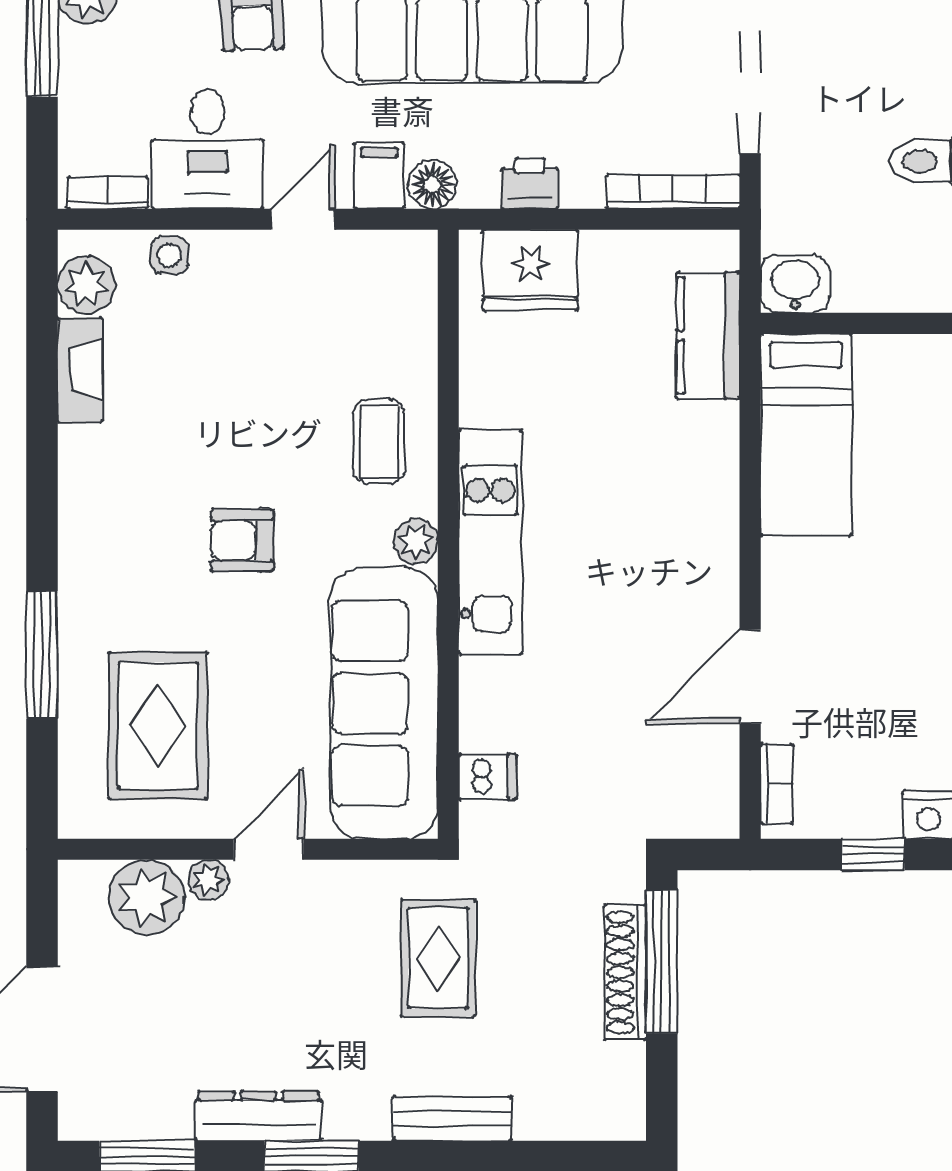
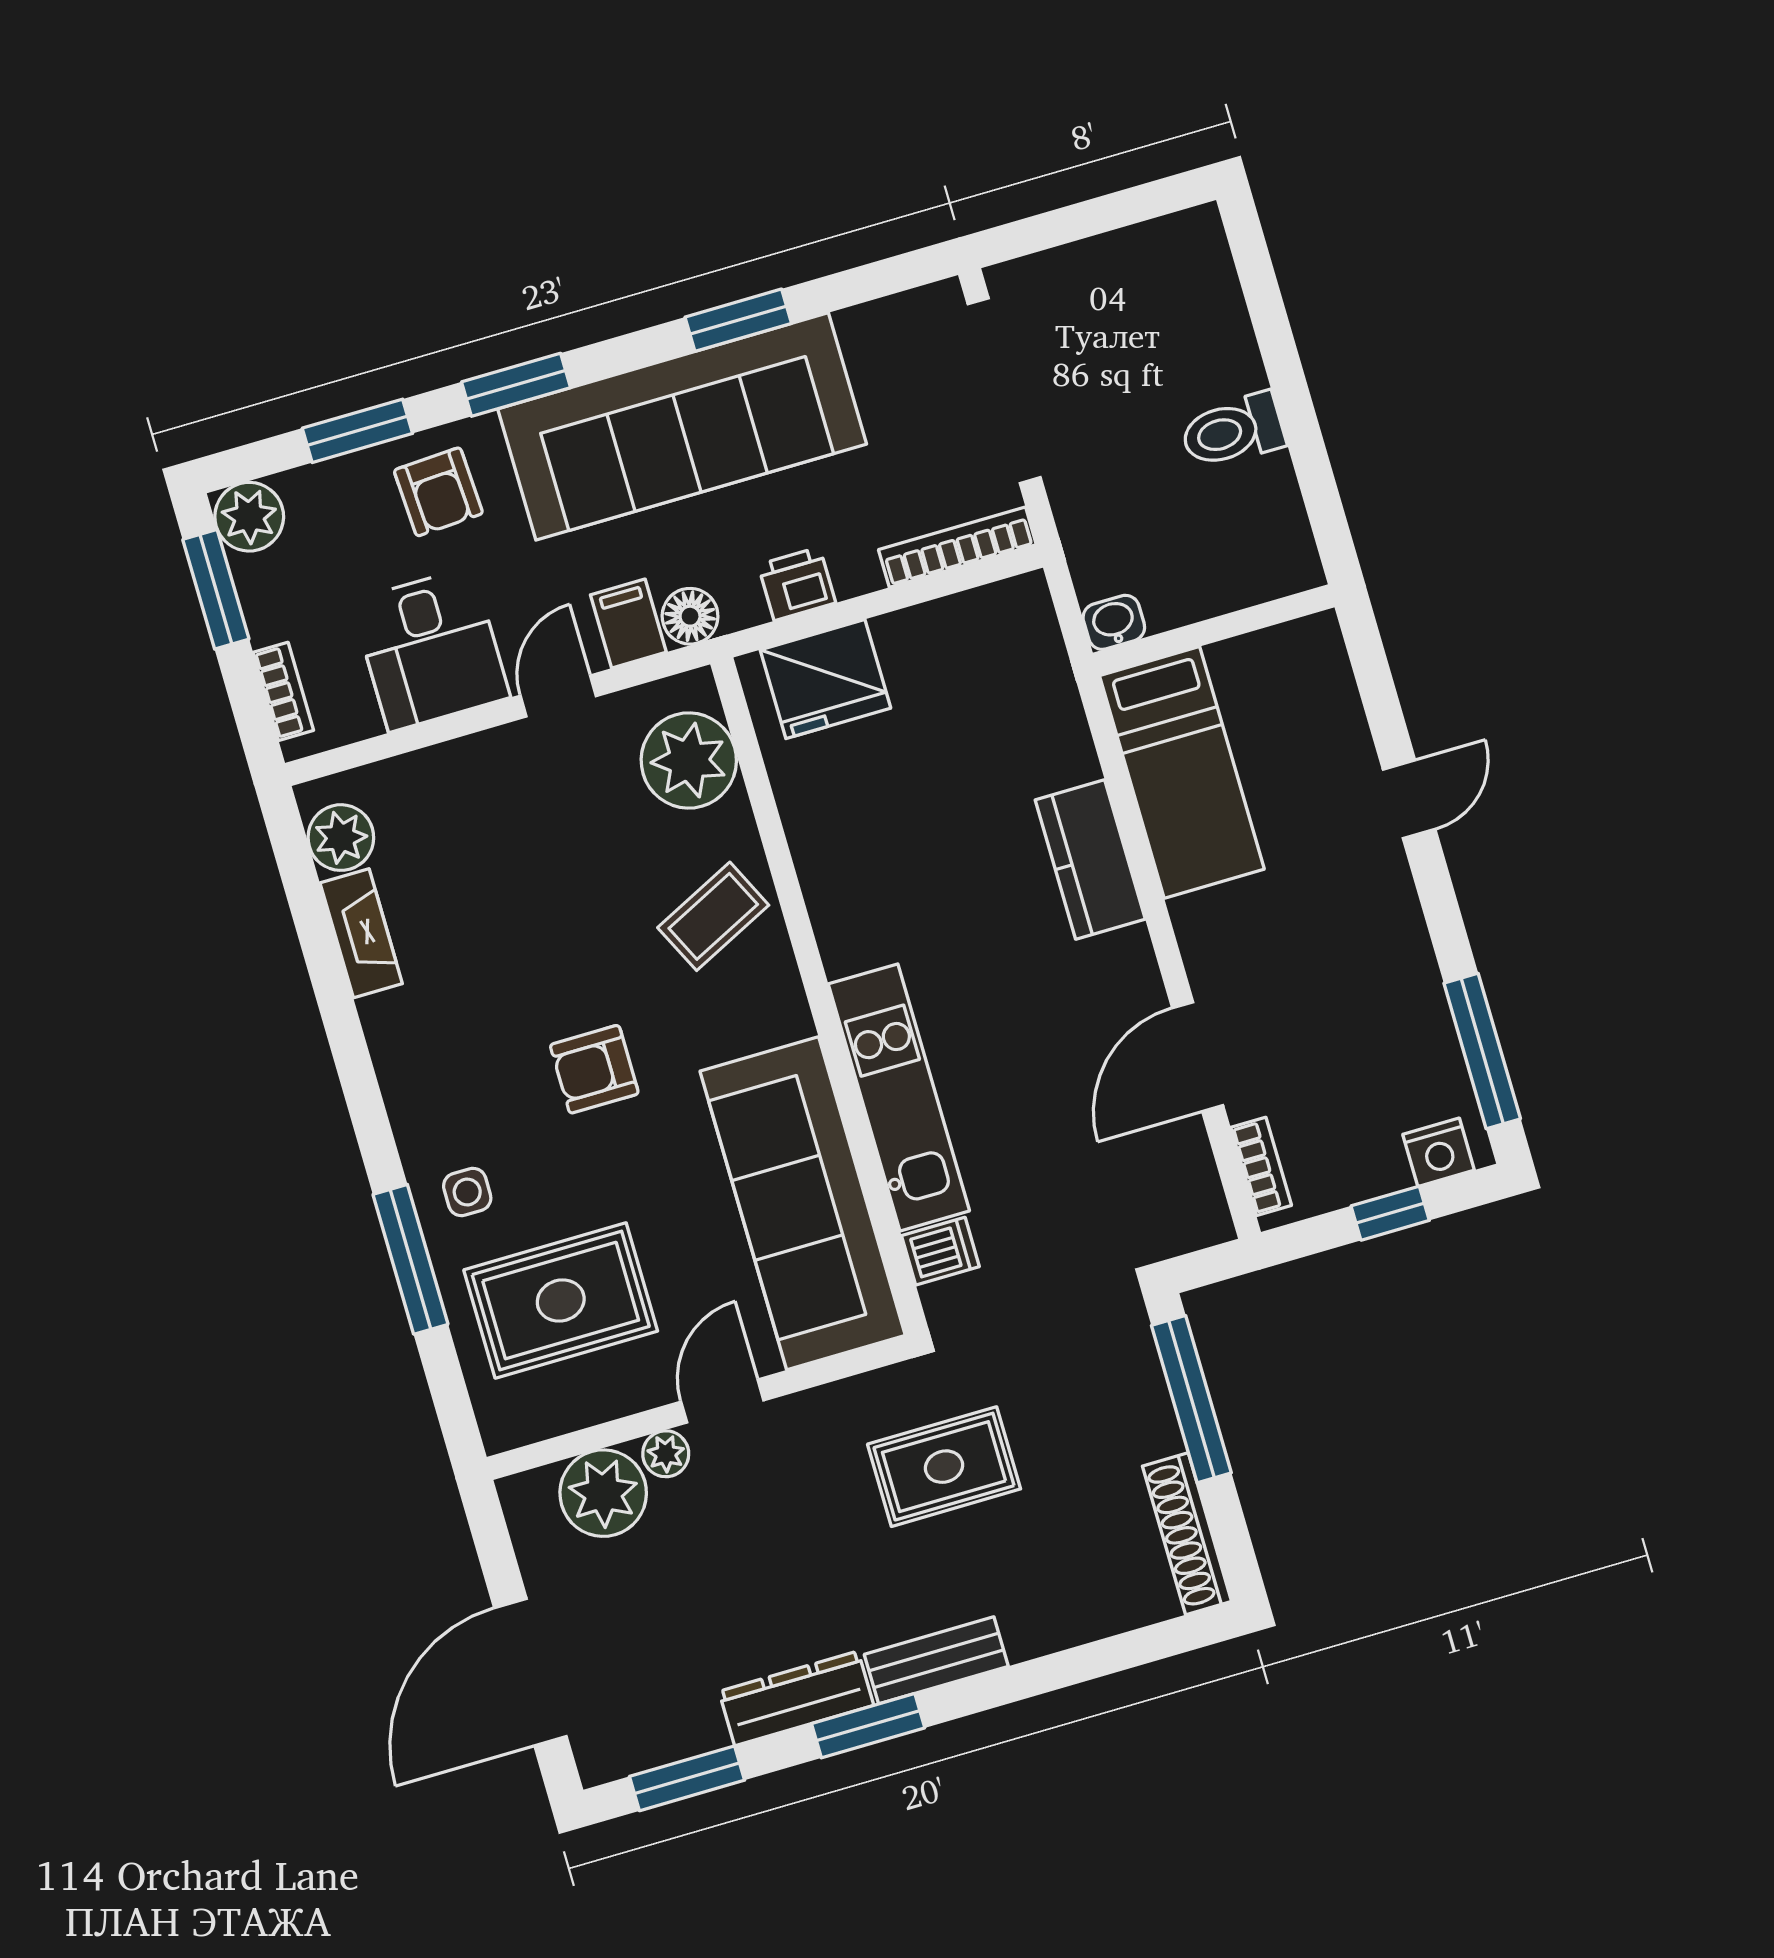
bookcase: (108, 193) -> (283, 691), moved, turned 90
side table: (169, 255) -> (467, 1192), moved
washbasin: (795, 284) -> (1114, 622), width x0.72, depth x0.69
kitchen counter: (708, 335) -> (1090, 859), moved
coffee table: (379, 441) -> (713, 916), turned 64
plant: (416, 541) -> (689, 760), moved, width x1.88, depth x1.88
kitchen unit: (490, 542) -> (899, 1097), moved
rug: (158, 726) -> (561, 1301), turned 90
rug: (438, 958) -> (944, 1467), turned 90
shoe rack: (625, 972) -> (1187, 1534), moved
bench: (452, 1118) -> (936, 1660), moved

